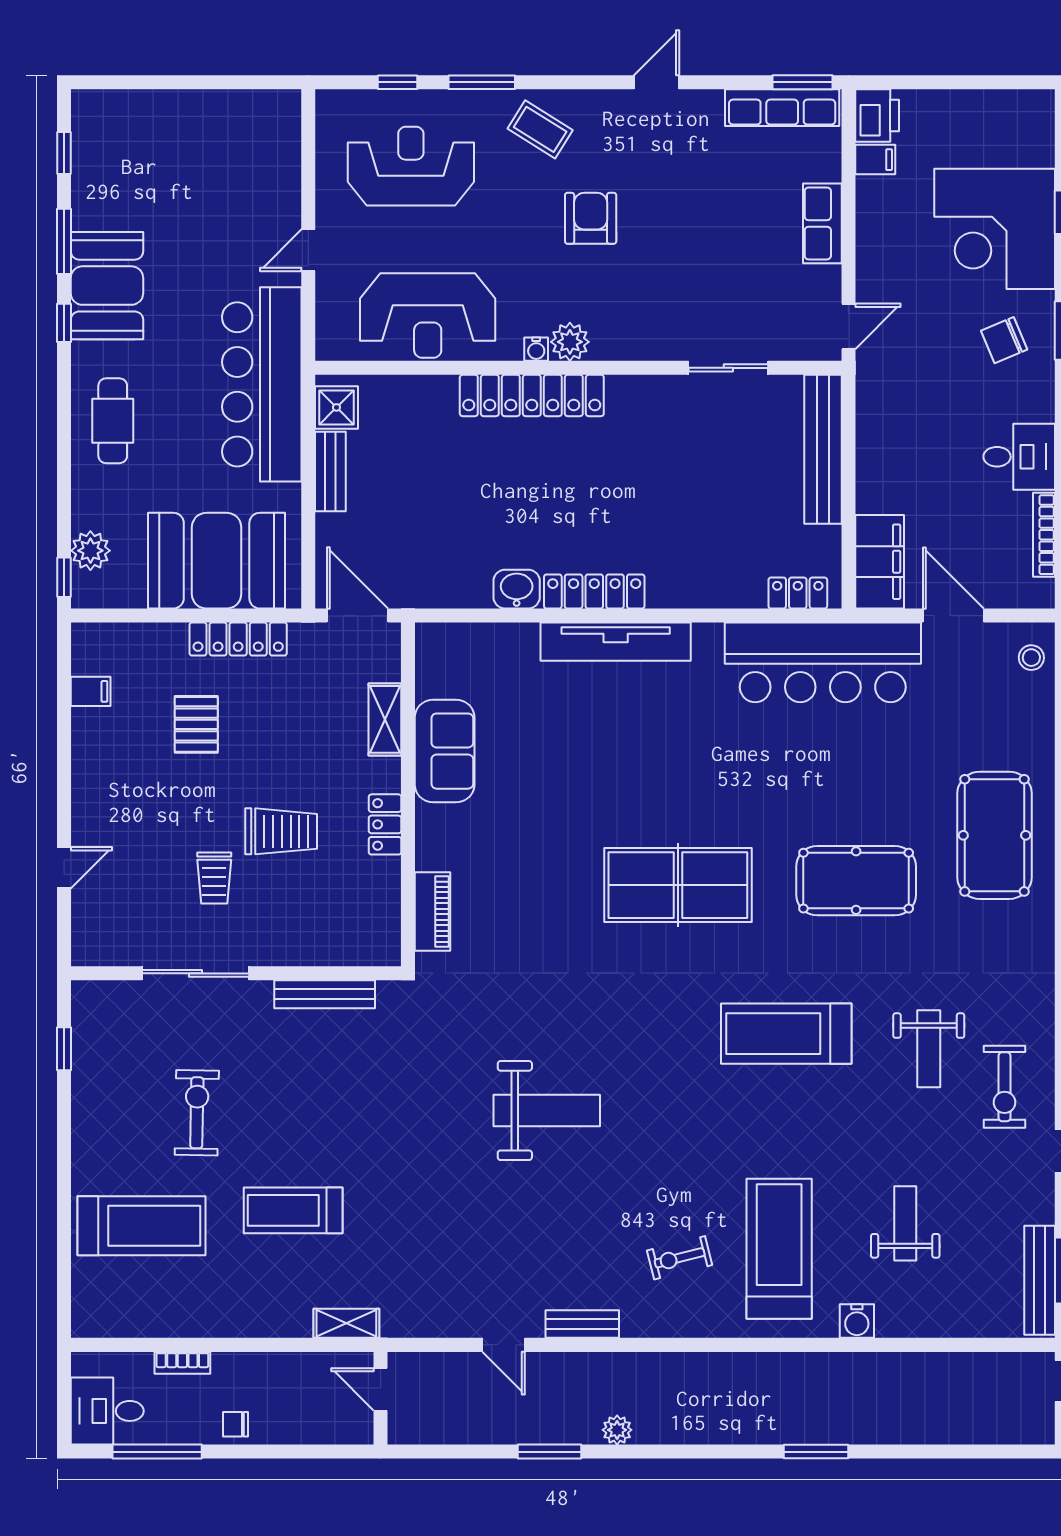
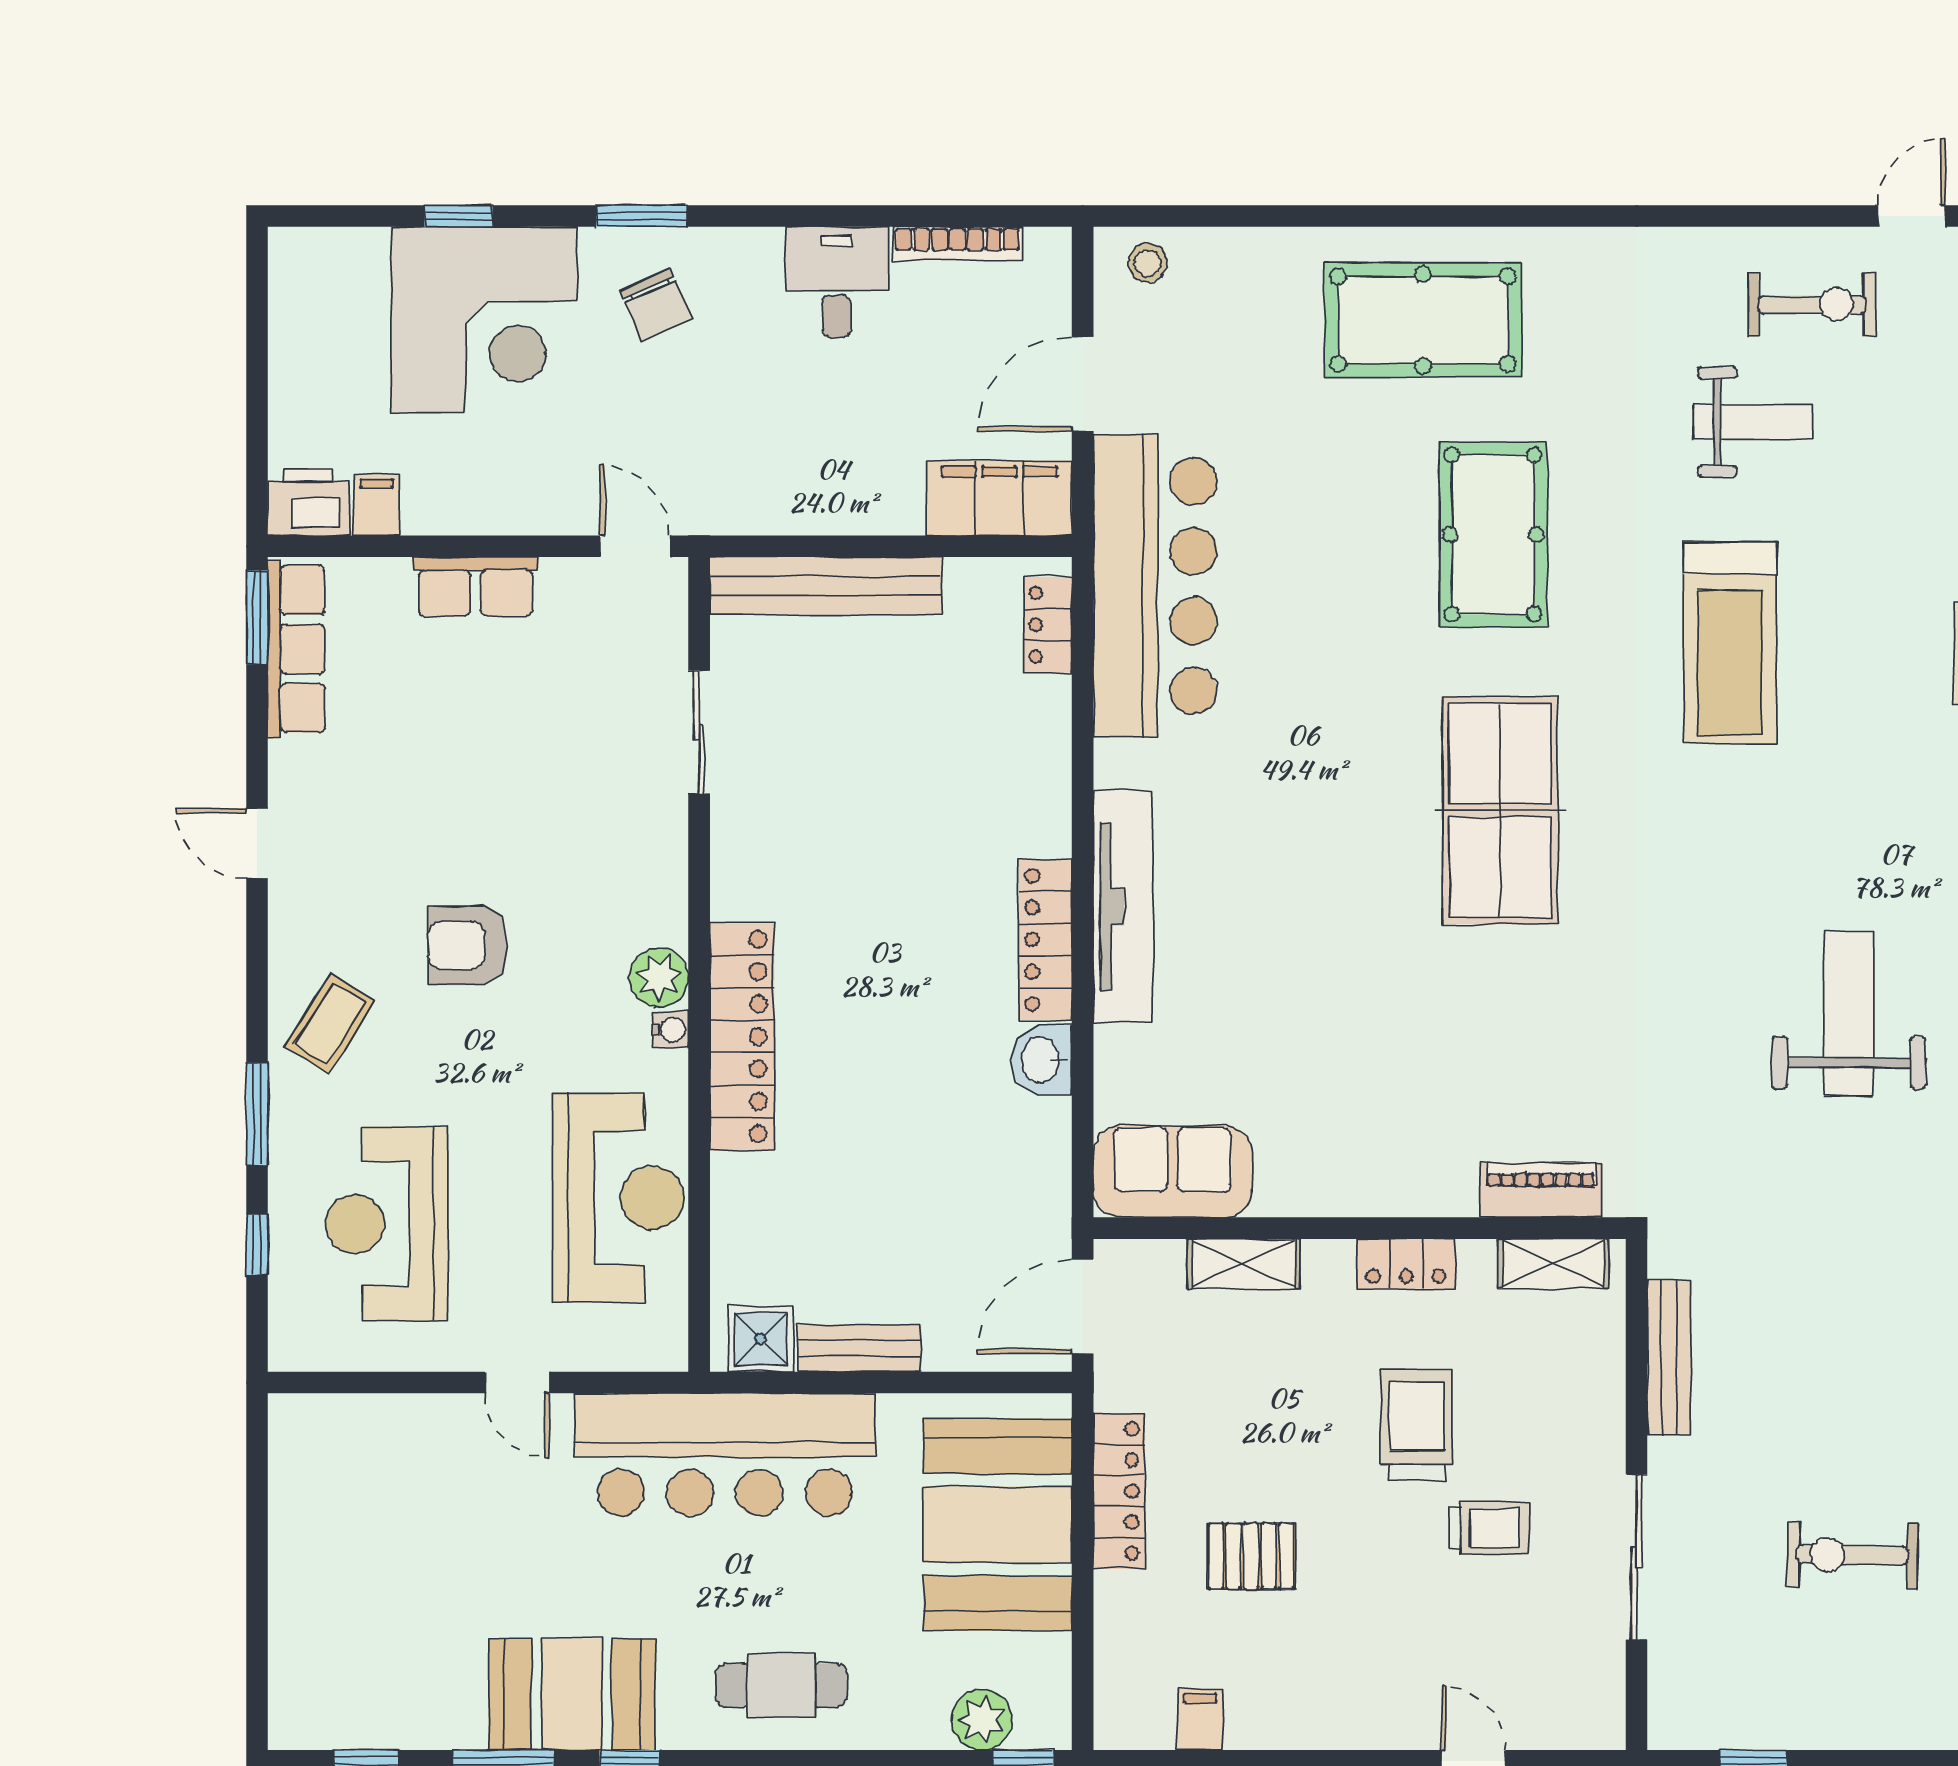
sofa: (445, 751) -> (1173, 1172), moved
shelving: (385, 919) -> (1553, 1263), added

